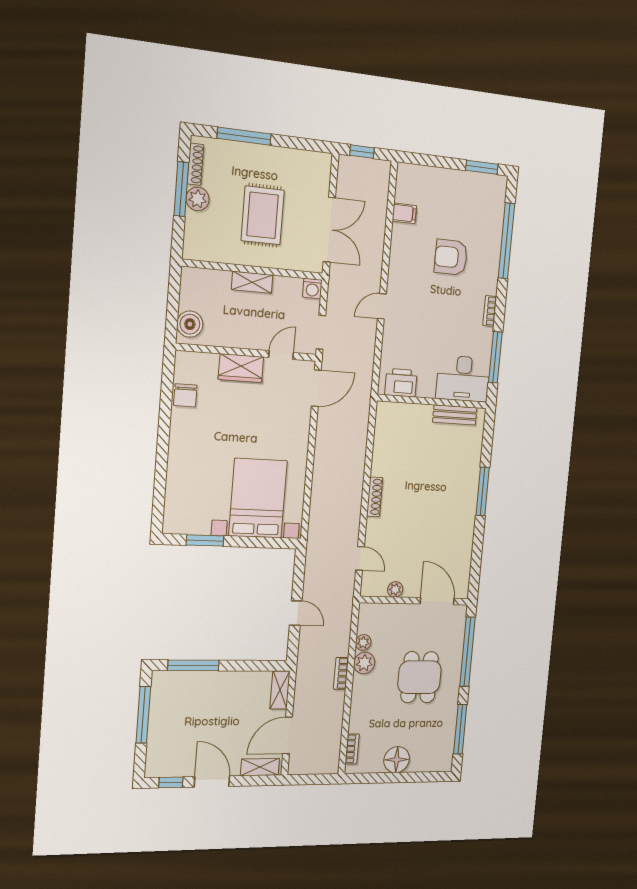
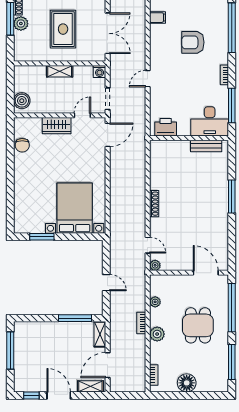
plant: (395, 589) -> (155, 265), moved
plant: (364, 663) -> (157, 334), moved
window: (193, 665) -> (75, 318), moved

